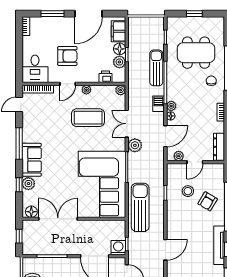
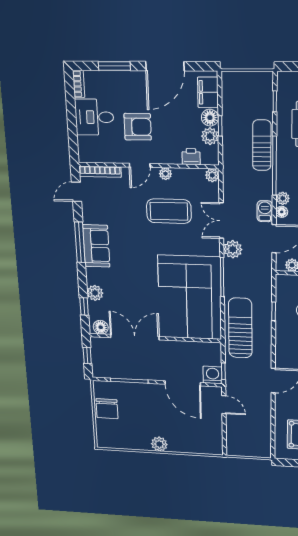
desk: (35, 69) -> (94, 117), moved, turned 90
barbecue: (158, 104) -> (265, 211), moved
sofa: (32, 160) -> (96, 246), moved
window: (19, 185) -> (84, 307), moved

